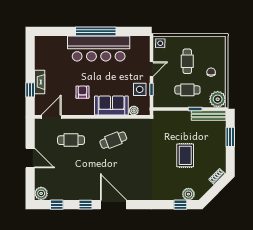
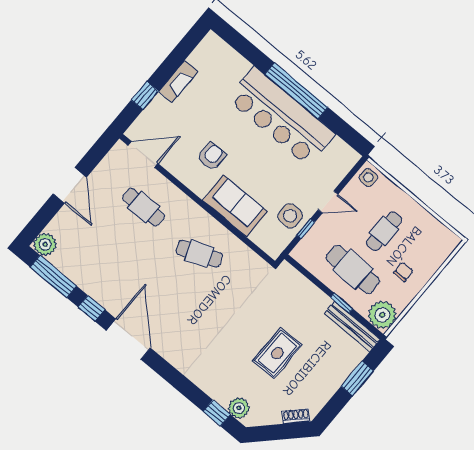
fireplace: (40, 82) -> (178, 81), moved
cafe table: (187, 90) -> (353, 269), width x1.37, depth x1.35
plant: (134, 111) -> (259, 237), removed
window: (57, 205) -> (53, 276), width x2.17

